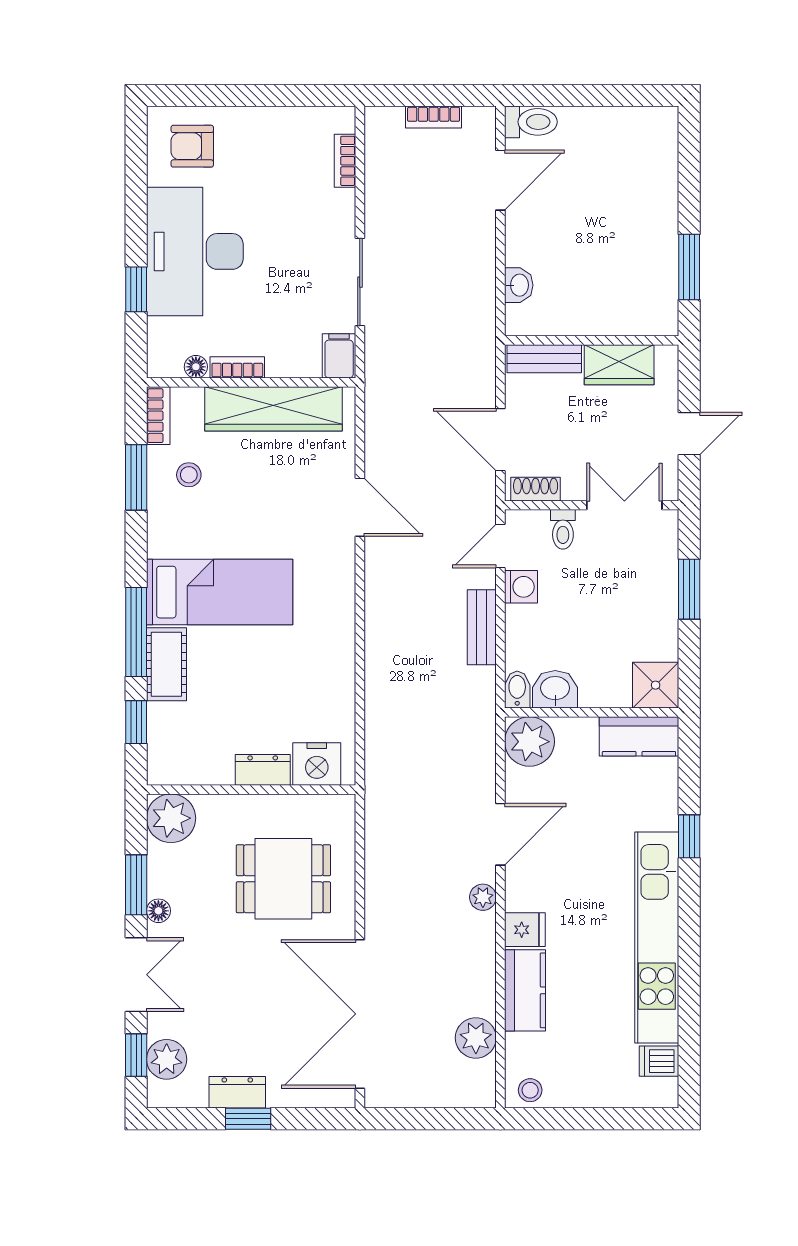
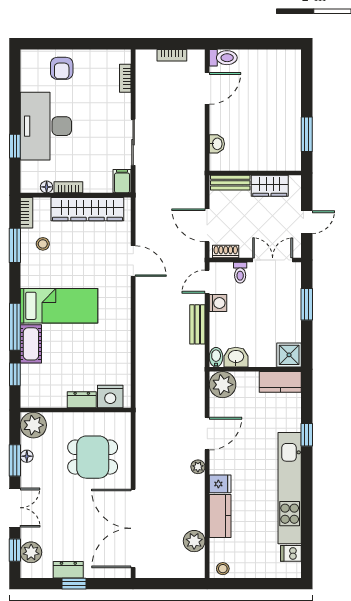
armchair: (192, 146) -> (62, 68), moved, turned -90
floor lamp: (158, 911) -> (27, 456), moved

